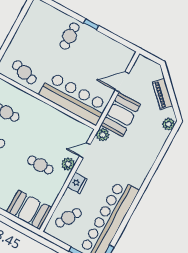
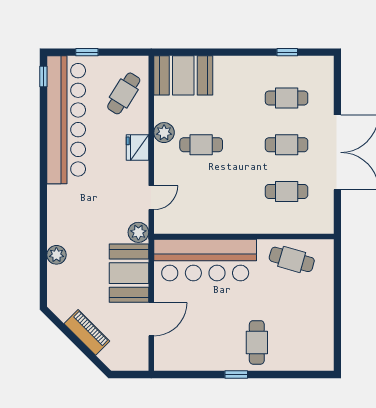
plant: (168, 124) -> (56, 255), moved
plant: (68, 164) -> (164, 133), moved

